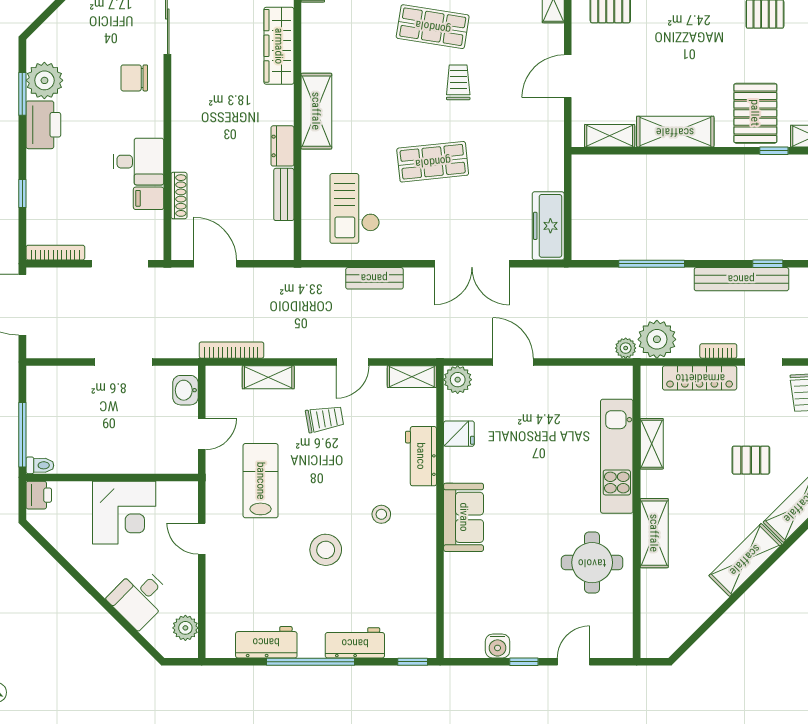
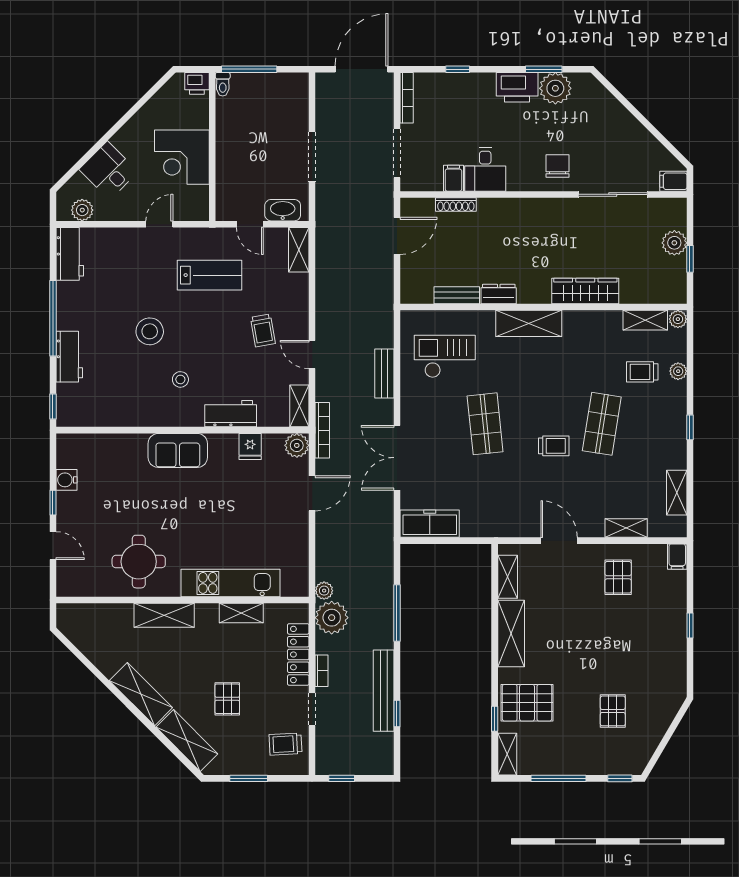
bookcase: (231, 350) -> (322, 430), moved
shelving: (268, 377) -> (299, 250), moved
washbasin: (185, 390) -> (283, 210), width x1.38
workbench: (266, 642) -> (70, 254), moved

